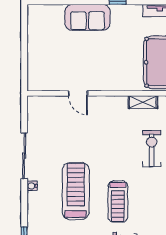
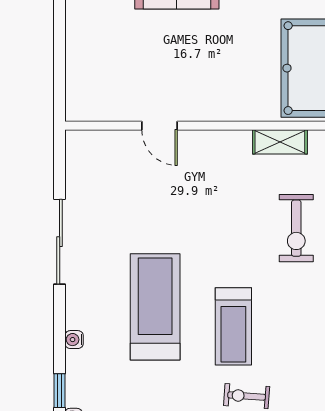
exercise bike: (152, 149) -> (296, 228), turned 180
water cooler: (32, 186) -> (74, 340), moved

